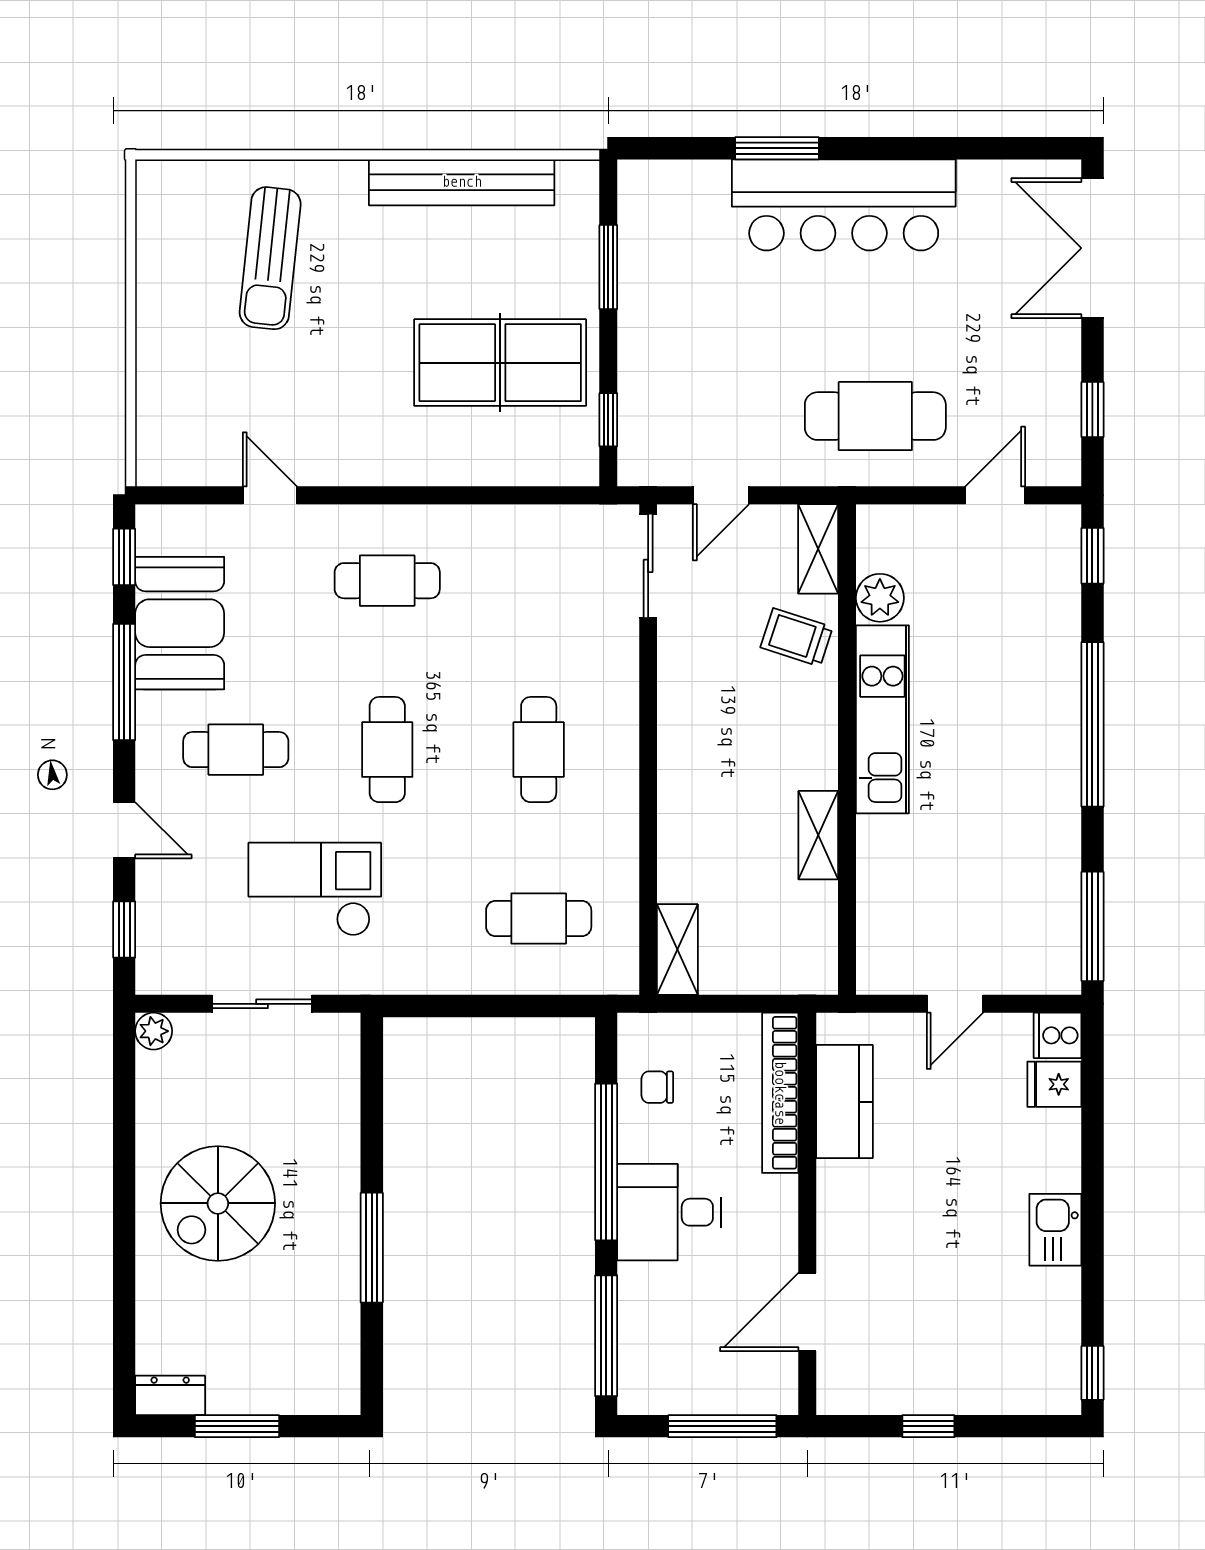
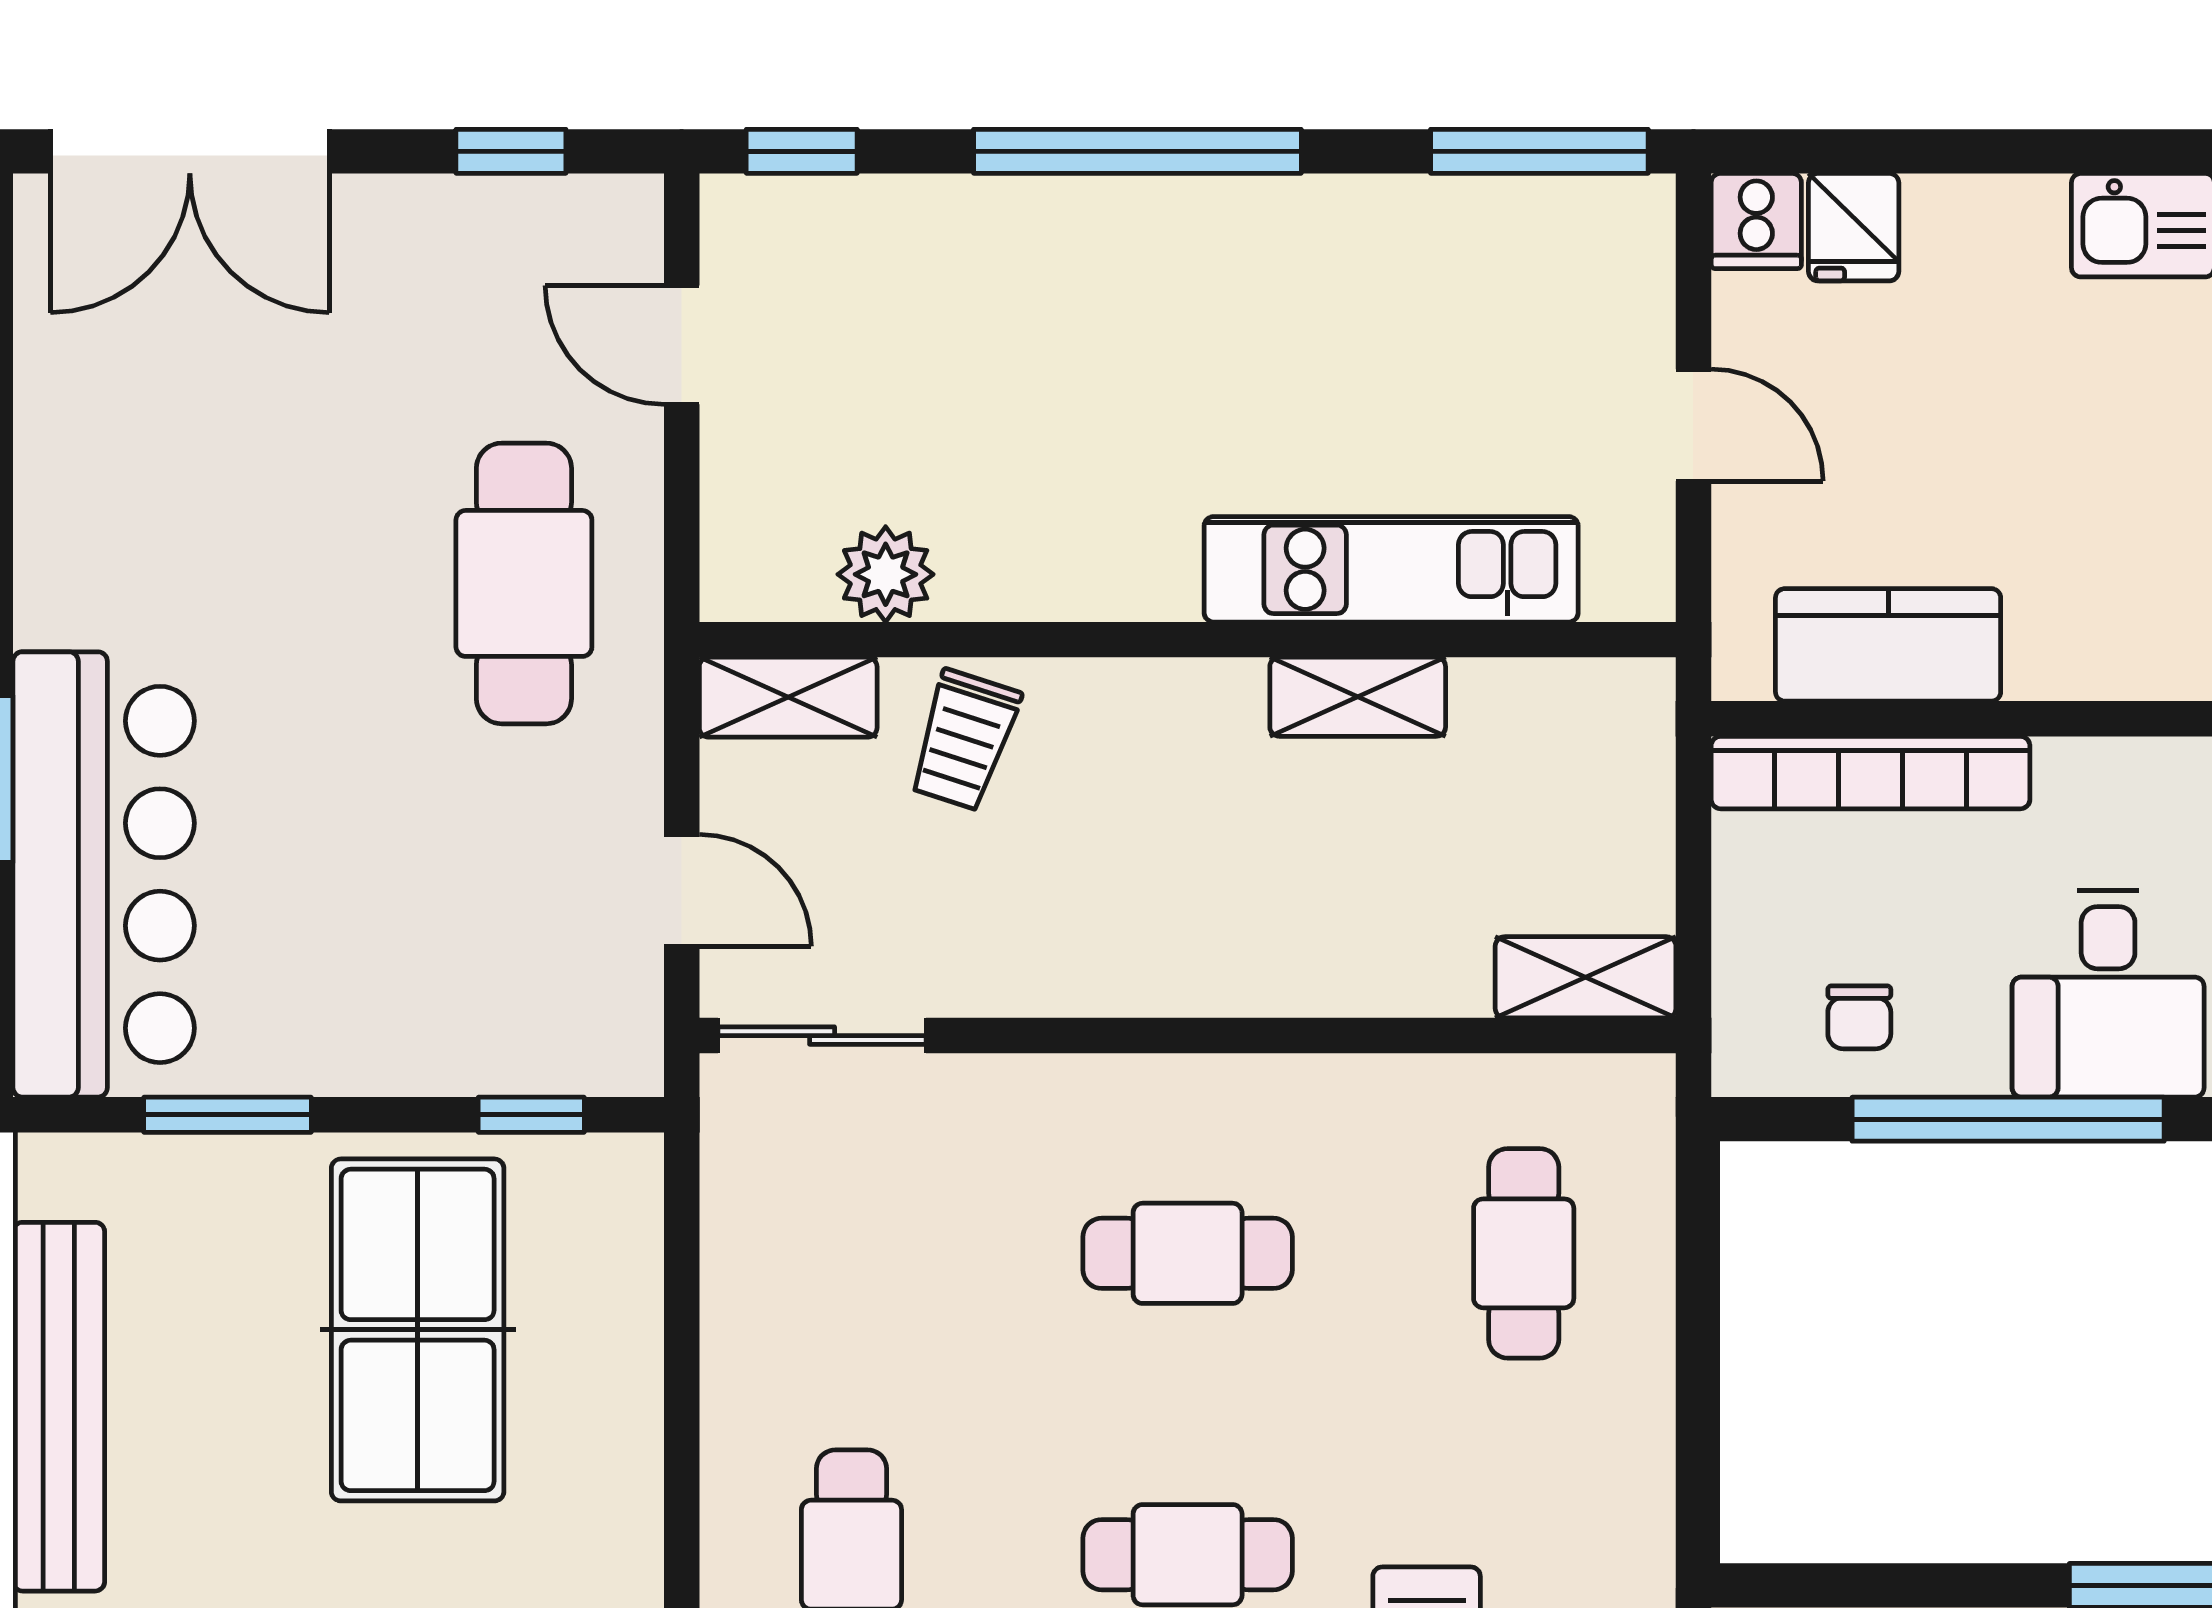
bar counter: (844, 205) -> (104, 874), moved
kitchen unit: (882, 719) -> (1391, 569), moved

